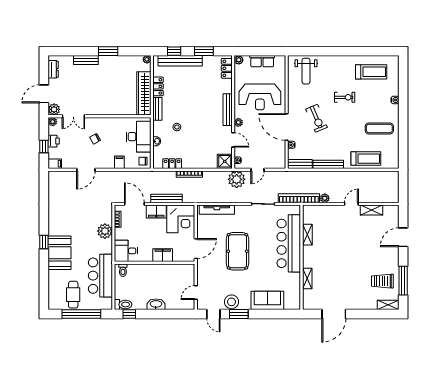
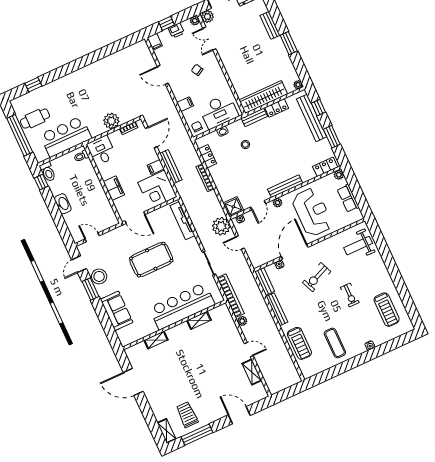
reception desk: (260, 97) -> (312, 212), turned 180
filing cabinet: (156, 212) -> (156, 167), width x0.50
window: (44, 242) -> (33, 85), moved
booth: (60, 253) -> (70, 86), removed

